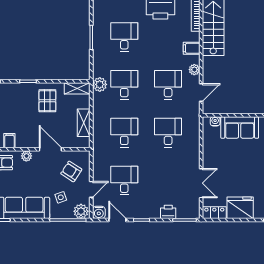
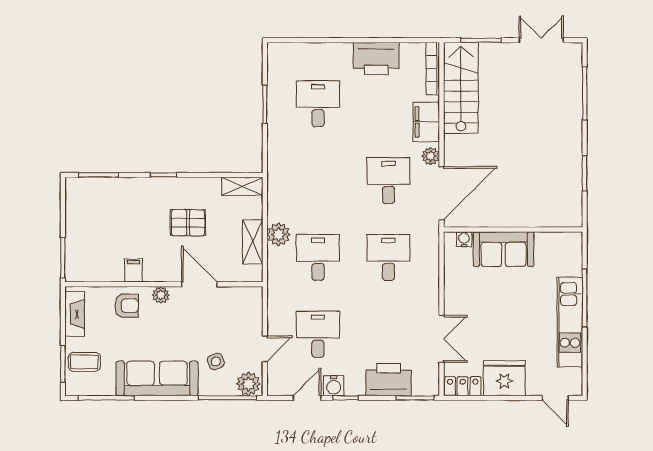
filing cabinet: (192, 48) -> (426, 122), width x2.00
plant: (100, 84) -> (278, 234), moved
desk: (124, 85) -> (318, 181), removed
door: (201, 93) -> (442, 193), width x1.87
pallet: (47, 101) -> (188, 223), moved, turned 90
armchair: (71, 171) -> (233, 320), removed
water cooler: (99, 212) -> (334, 386), moved
printer: (168, 212) -> (389, 380), width x1.87, depth x1.48
door: (117, 220) -> (307, 398), hinge flipped

